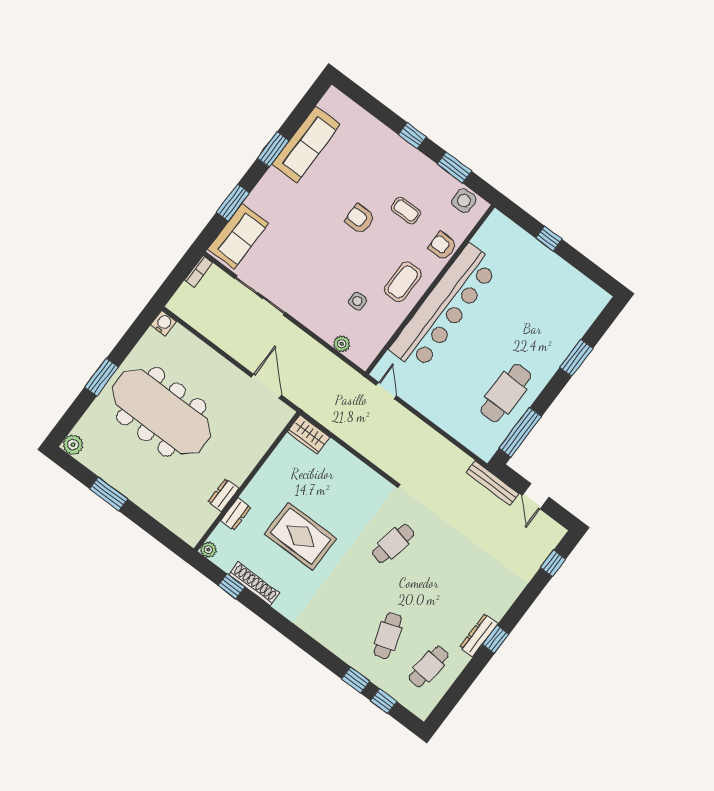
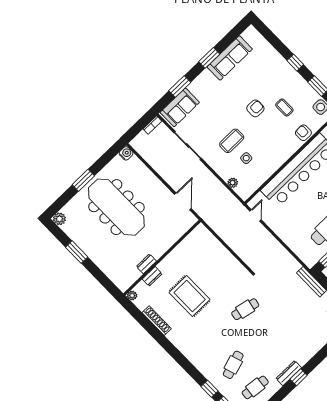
armchair: (360, 219) -> (255, 108), turned 90
coffee table: (403, 282) -> (232, 141), moved
wardrobe: (309, 435) -> (204, 235), removed
window: (231, 586) -> (143, 320), removed

